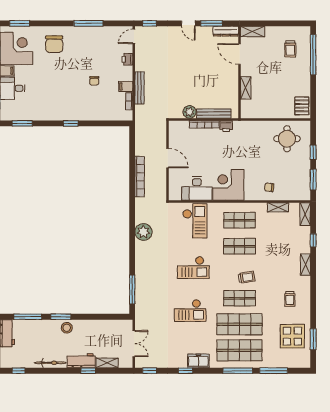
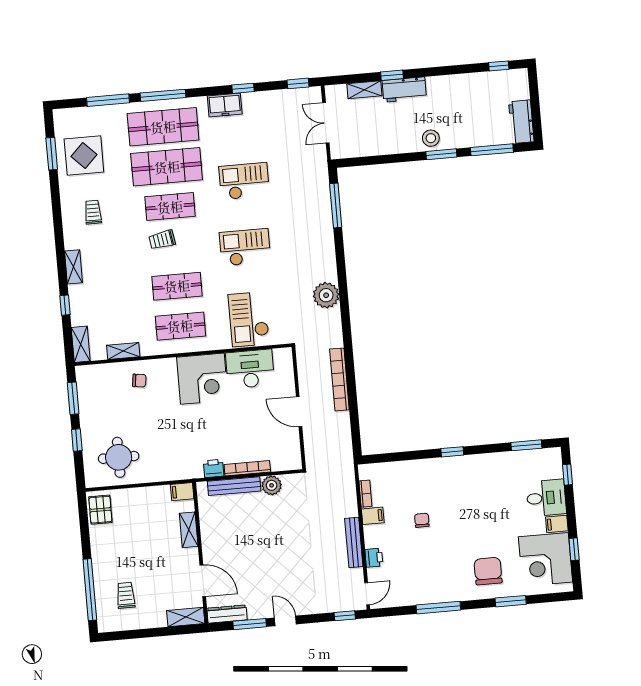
window: (20, 23) -> (511, 601), moved
bench: (139, 88) -> (354, 542), moved
filing cabinet: (248, 113) -> (182, 492), added
bicycle: (50, 363) -> (451, 82), removed

